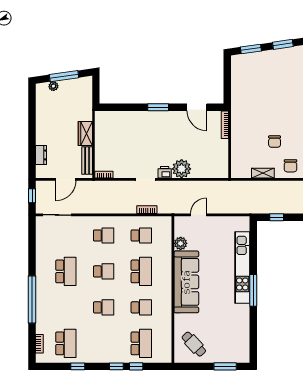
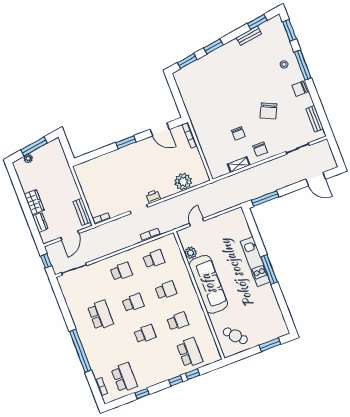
wardrobe: (85, 134) -> (34, 202), moved, turned 180
plant: (182, 169) -> (183, 182), moved
window: (277, 217) -> (265, 198), width x2.17
kitchen unit: (242, 268) -> (255, 262), width x0.73
school desk: (141, 271) -> (166, 290), width x0.54

